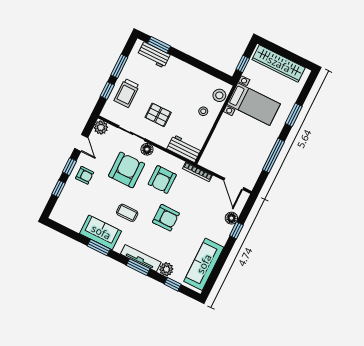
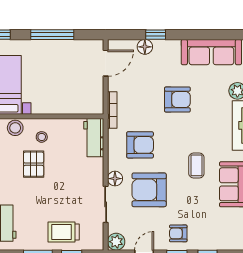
trolley: (127, 93) -> (64, 232), turned 180
pallet: (158, 115) -> (34, 164), moved
armchair: (85, 175) -> (178, 233), turned -90
armchair: (166, 218) -> (177, 99), moved, turned 90

